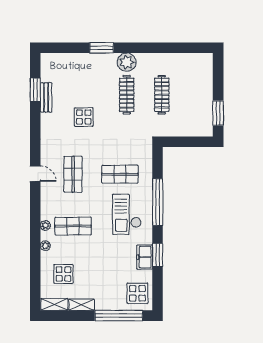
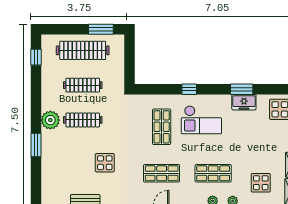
window: (190, 48) -> (36, 57), added
clothes rail: (197, 95) -> (83, 50), added
window: (158, 202) -> (189, 89), width x0.32
shop shelf: (73, 226) -> (213, 173), turned 90

